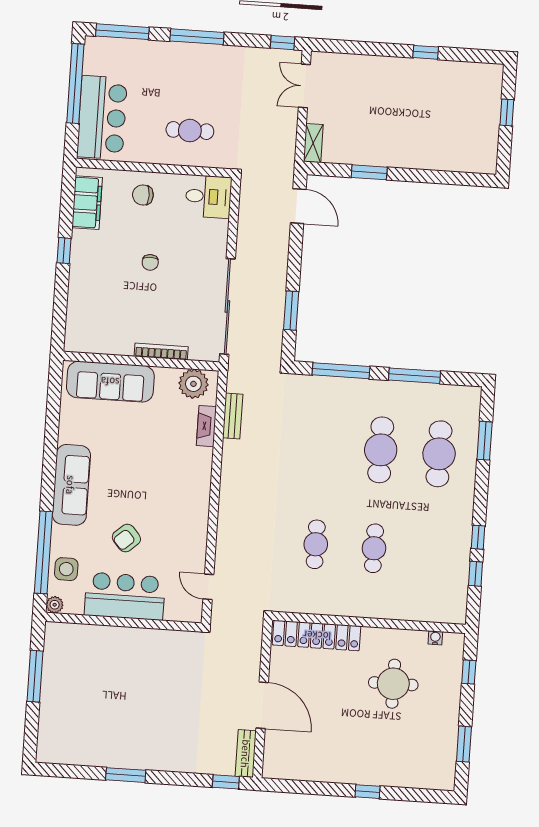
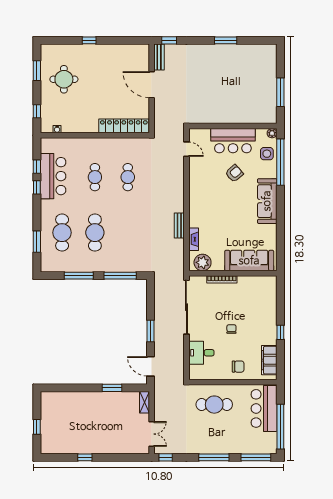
cafe table: (190, 131) -> (214, 405), width x1.37, depth x1.35
desk: (208, 197) -> (201, 353), moved
window: (291, 311) -> (151, 331), moved
bench: (233, 416) -> (179, 225), moved
bar counter: (448, 555) -> (53, 176), added
round table: (393, 684) -> (64, 79), moved

